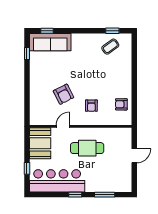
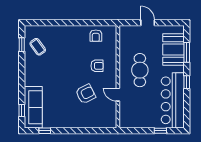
booth: (40, 143) -> (173, 49), moved, turned 90

